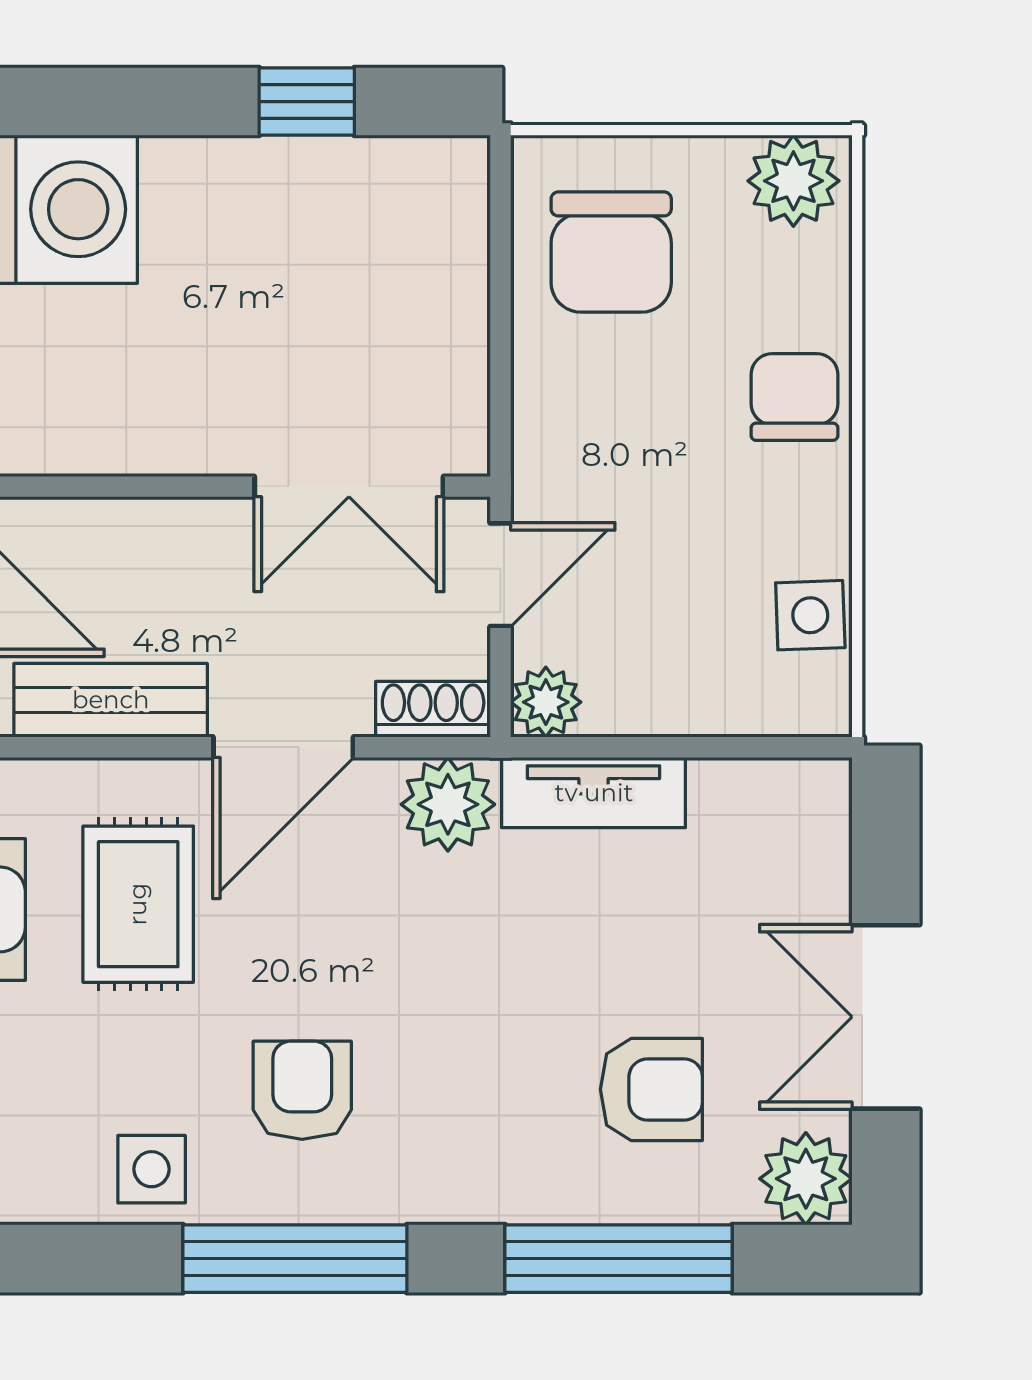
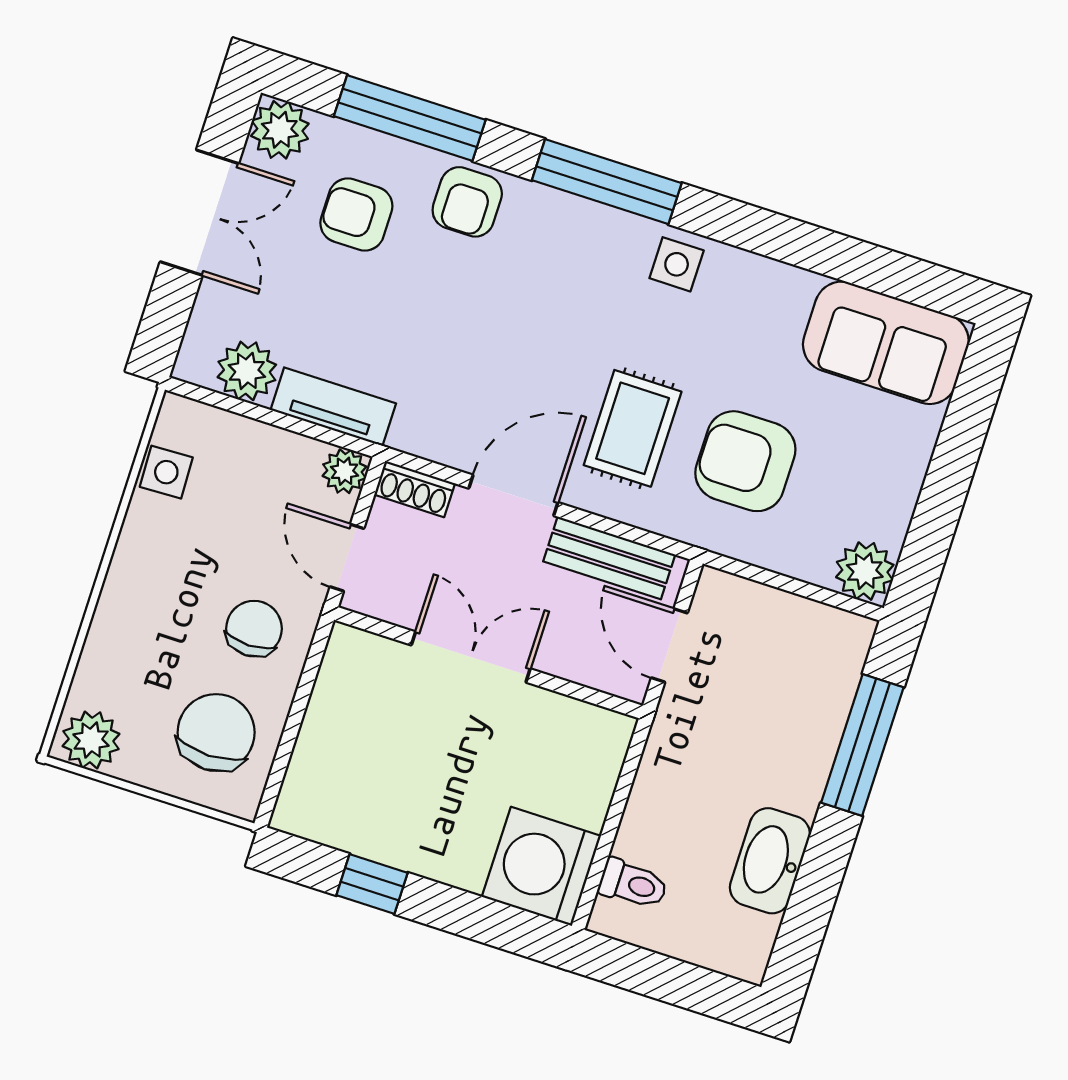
chair: (794, 397) -> (254, 629), moved, turned 180
double door: (349, 487) -> (471, 657), moved
door: (501, 575) -> (347, 558), hinge flipped
plant: (448, 804) -> (247, 371), moved
armchair: (302, 1090) -> (467, 202), moved

